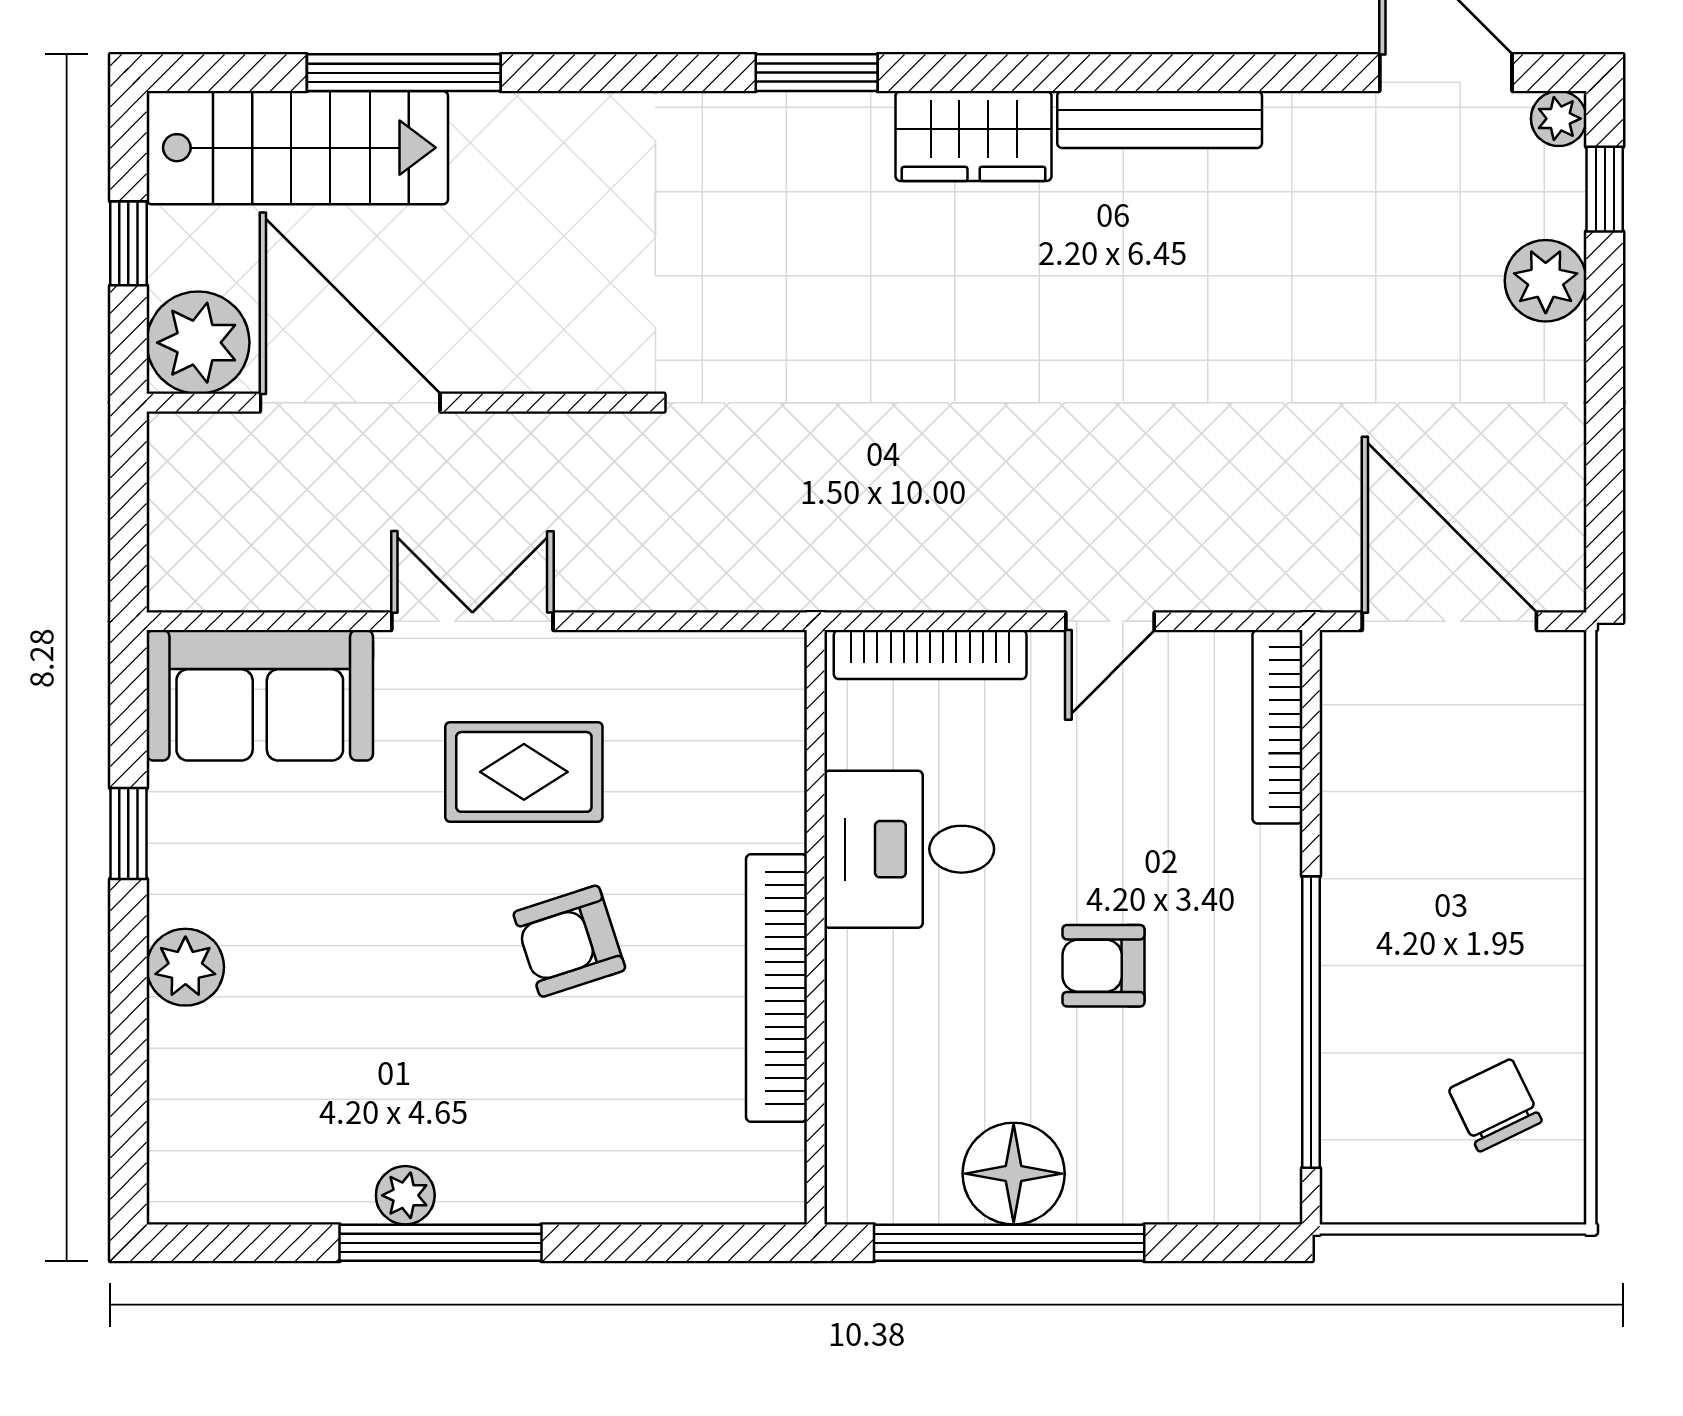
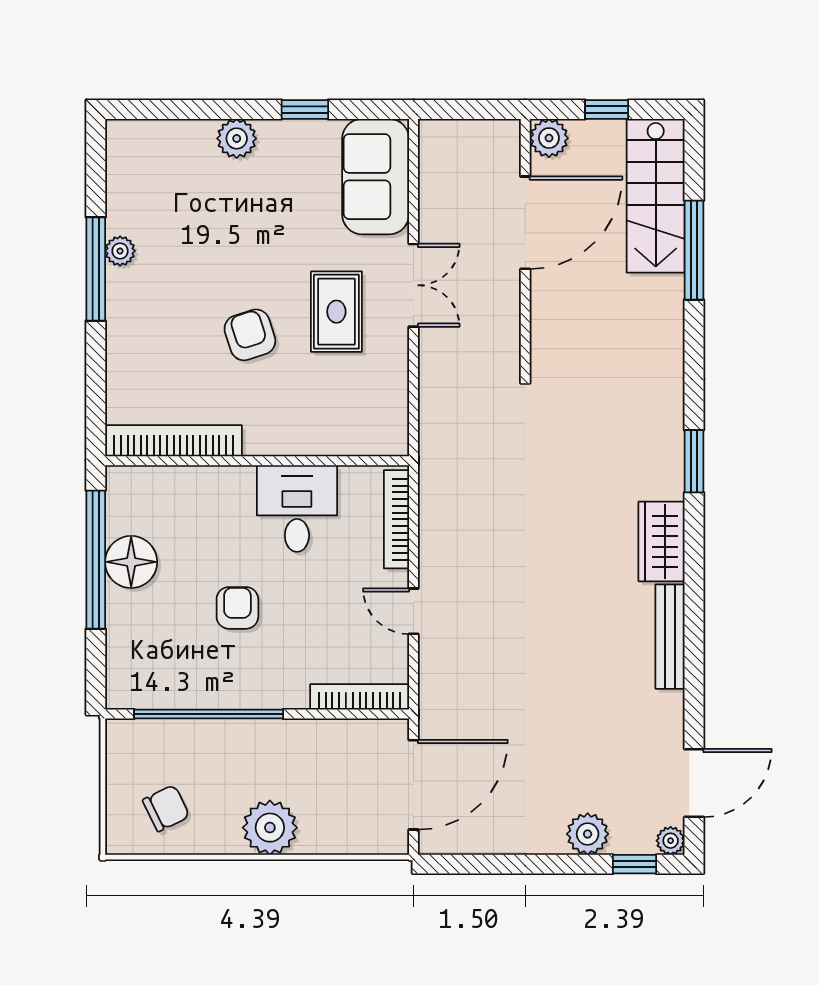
plant: (198, 343) -> (549, 138), width x0.73, depth x0.73
plant: (1533, 902) -> (270, 828), added
bookcase: (776, 988) -> (174, 441), moved

